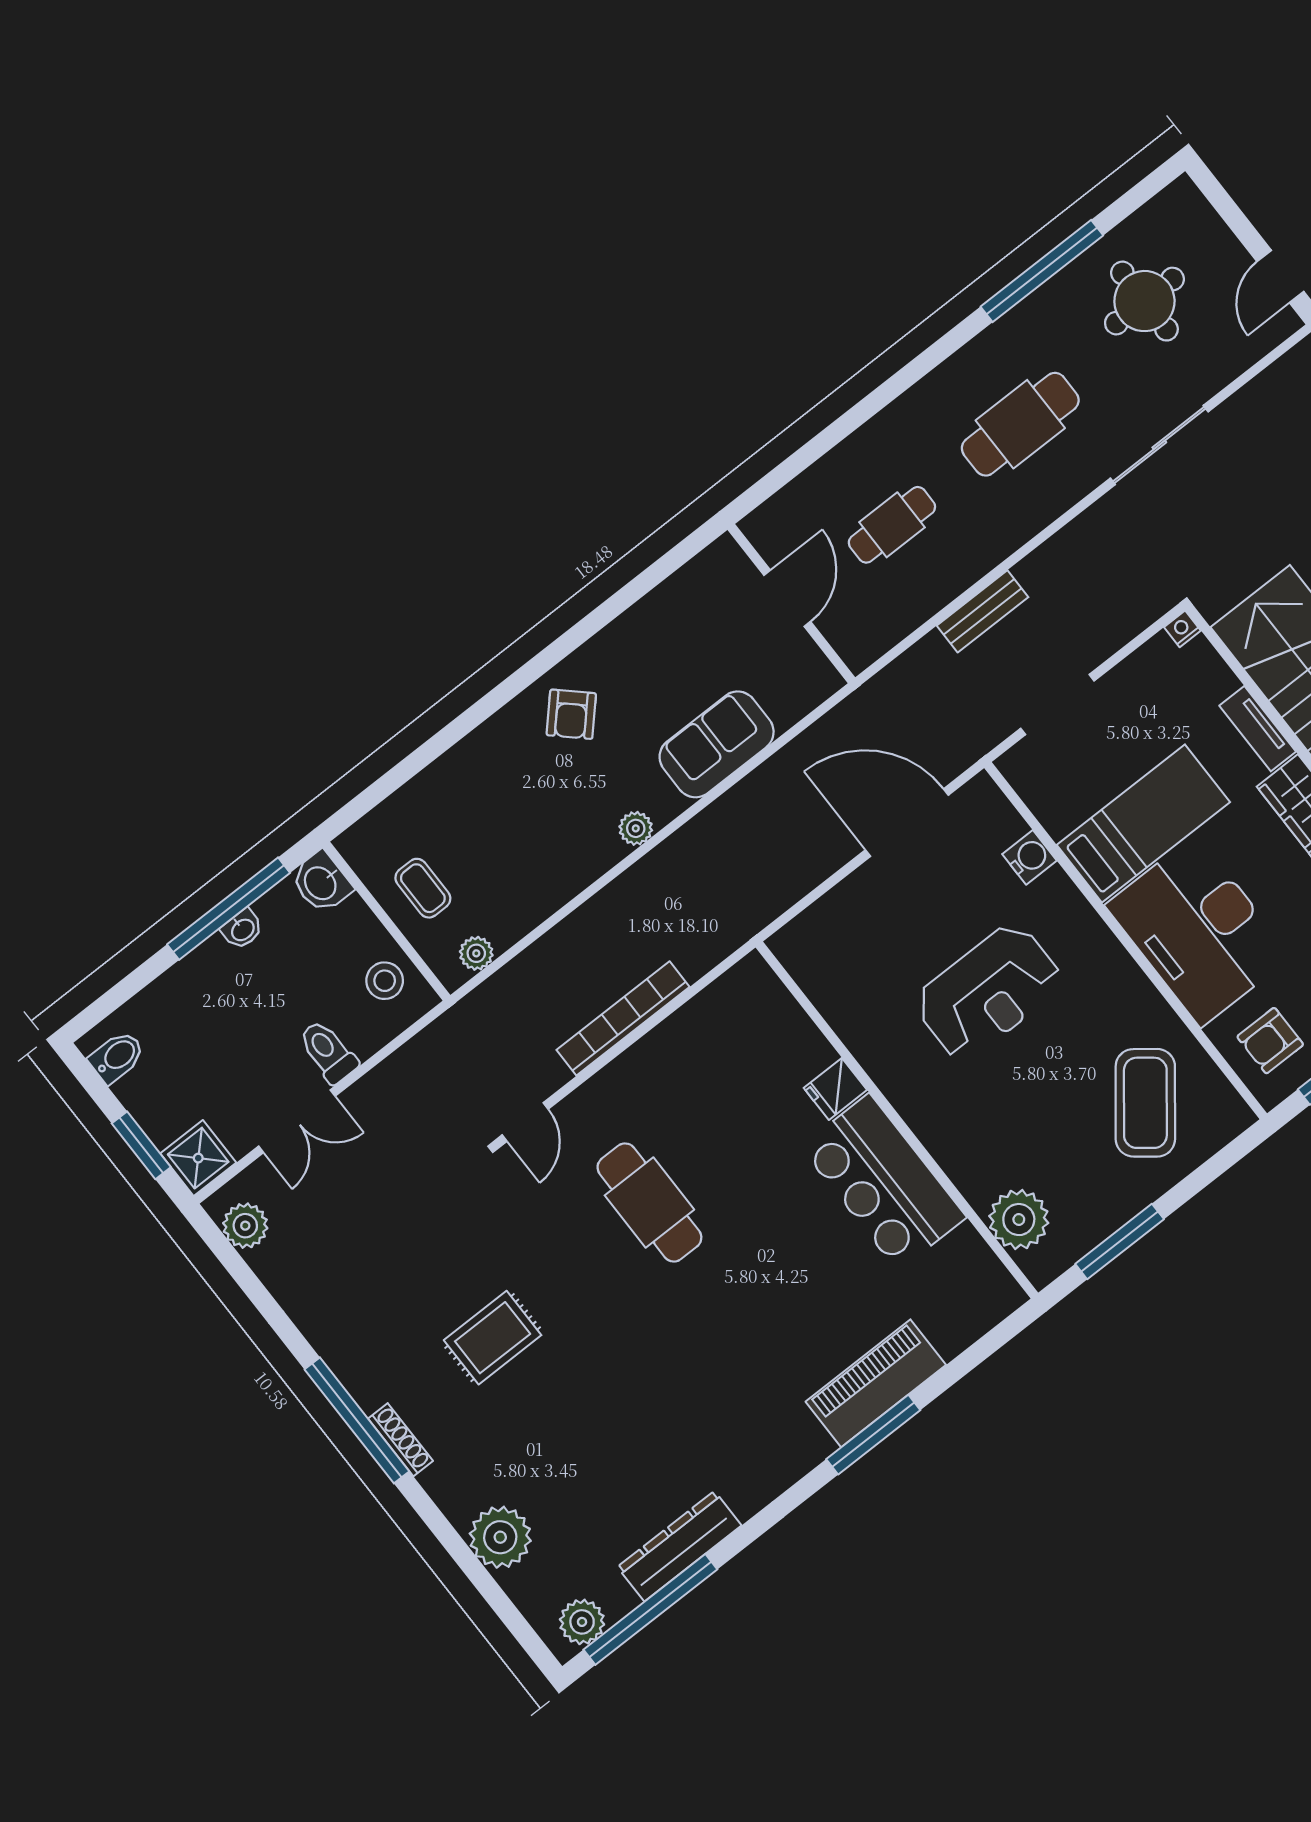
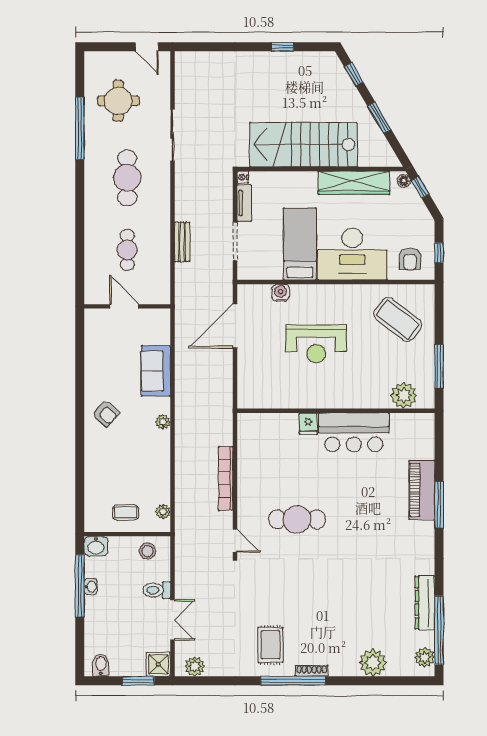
tv unit: (1258, 729) -> (244, 203), moved, turned -90
reception desk: (988, 992) -> (316, 344), turned 90
rug: (493, 1338) -> (271, 645), moved

